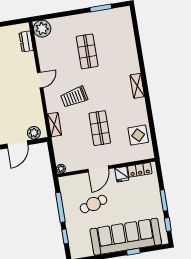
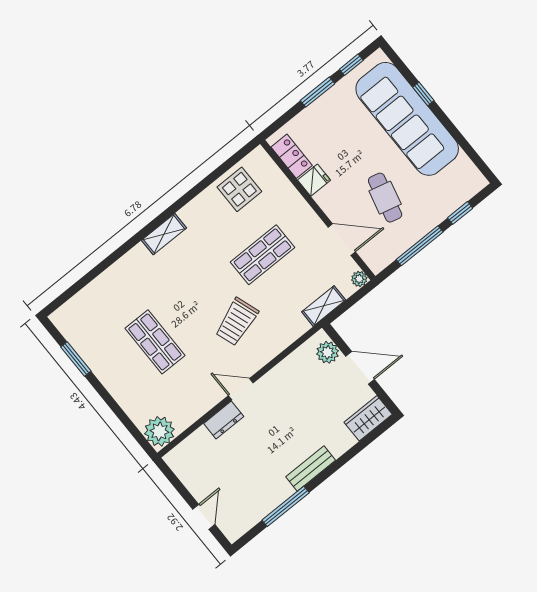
dresser: (26, 41) -> (224, 420), moved
shop shelf: (87, 51) -> (155, 342), turned 90
trolley: (74, 97) -> (237, 322), turned 83
shelving: (55, 125) -> (324, 306), moved
door: (98, 169) -> (342, 240), moved
cafe table: (94, 204) -> (385, 198), turned 30

